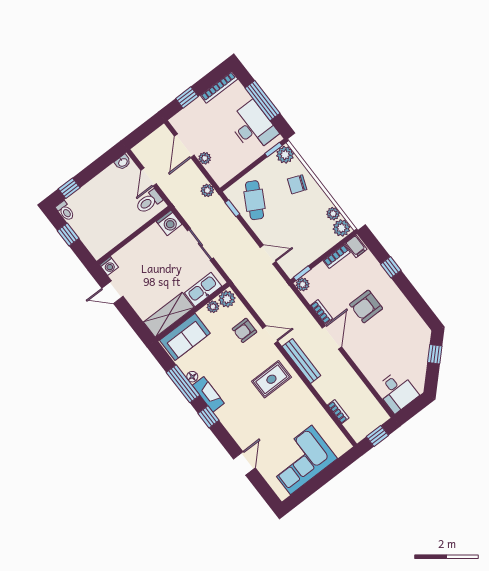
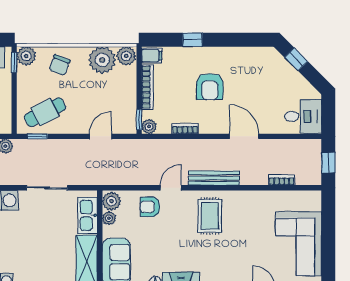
cafe table: (254, 200) -> (45, 112), turned -56
plant: (333, 214) -> (102, 60), width x1.88, depth x1.88
bookcase: (337, 256) -> (147, 87), width x1.56
armchair: (244, 330) -> (150, 207), turned 90
door: (332, 337) -> (244, 136), moved

